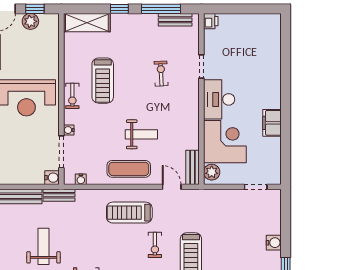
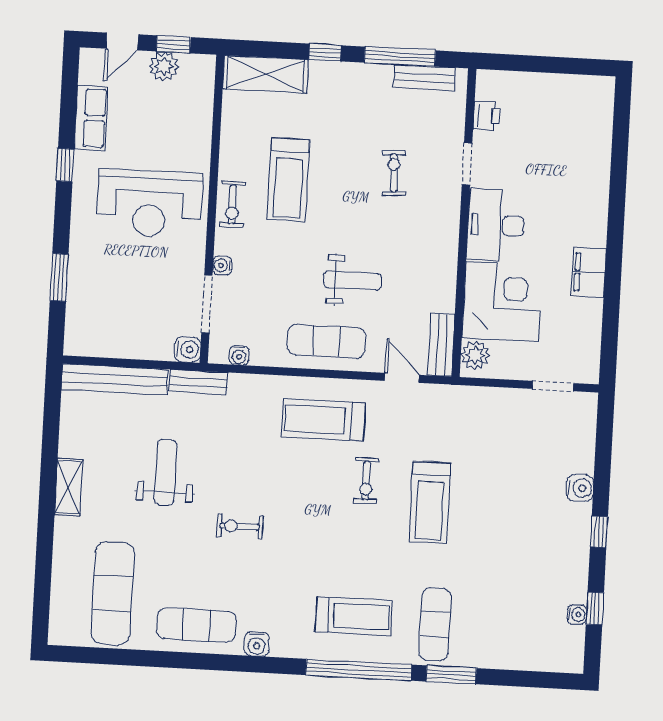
printer: (211, 21) -> (486, 116), moved

